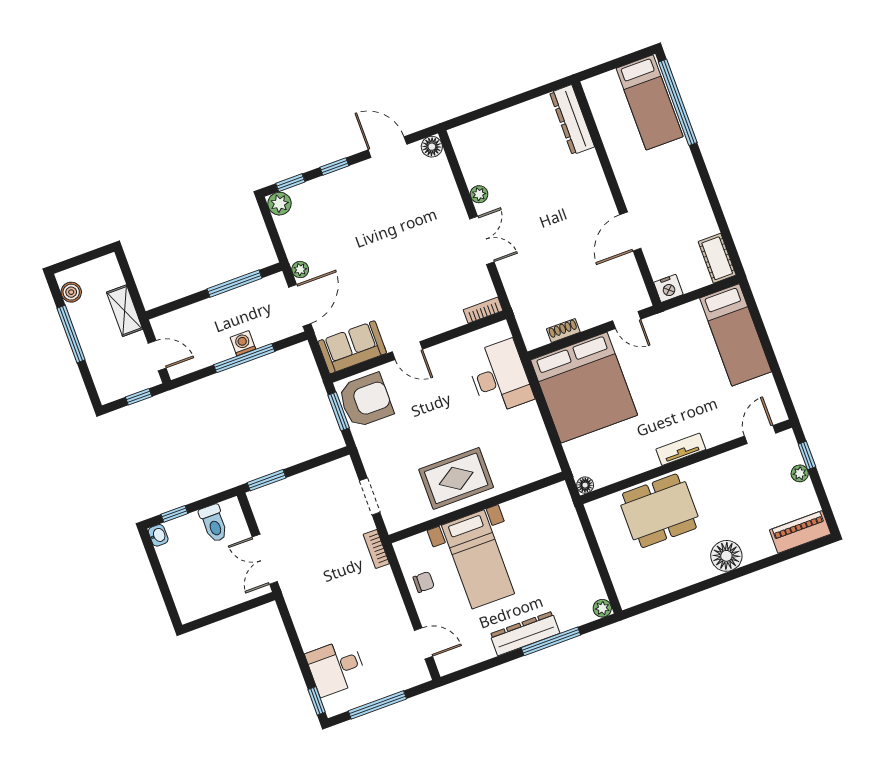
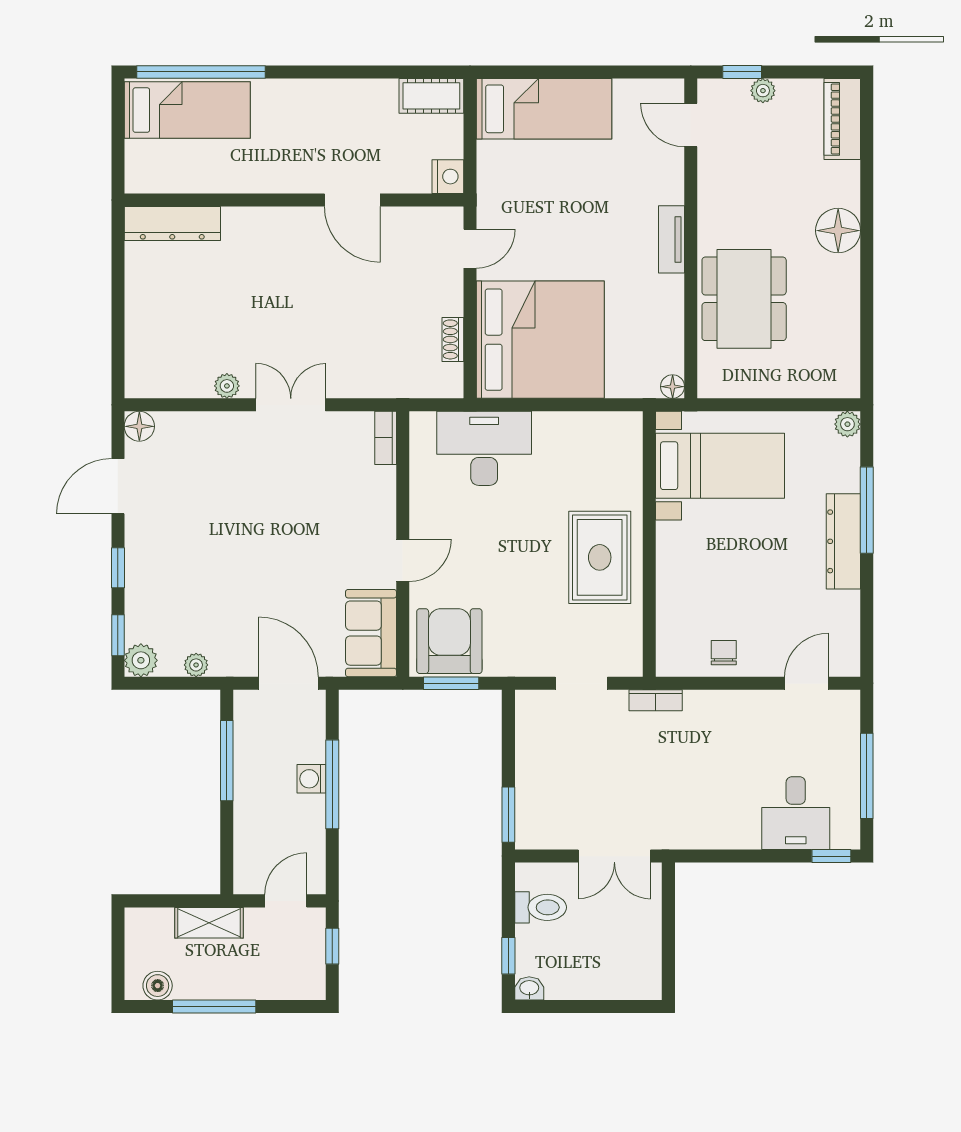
plant: (300, 270) -> (196, 665), moved
bed with nightstands: (478, 559) -> (720, 466), moved

